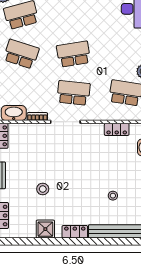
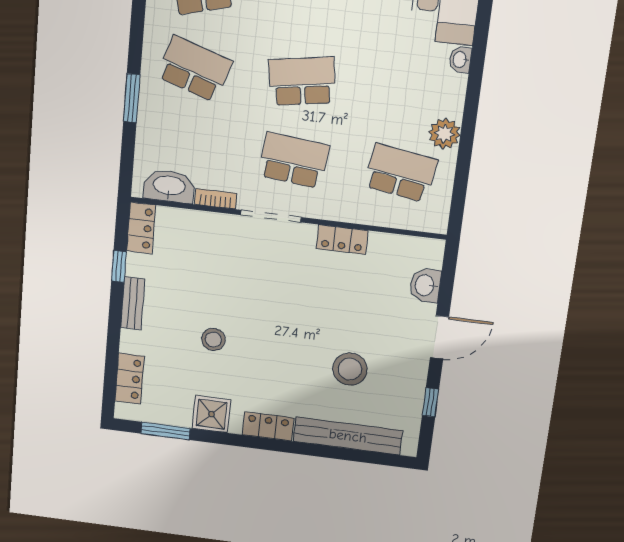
locker: (117, 129) -> (342, 240), moved
stool: (113, 196) -> (350, 369), width x1.89, depth x1.89
window: (22, 241) -> (165, 431), added

